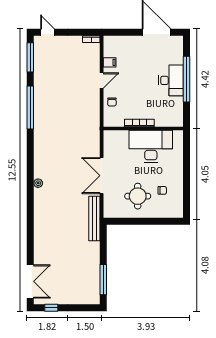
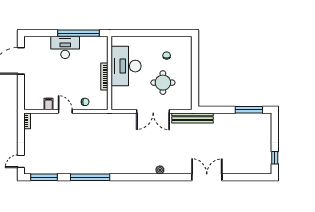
window: (187, 79) -> (78, 33), moved
round table: (138, 196) -> (163, 83), moved
double door: (30, 281) -> (207, 177), moved

